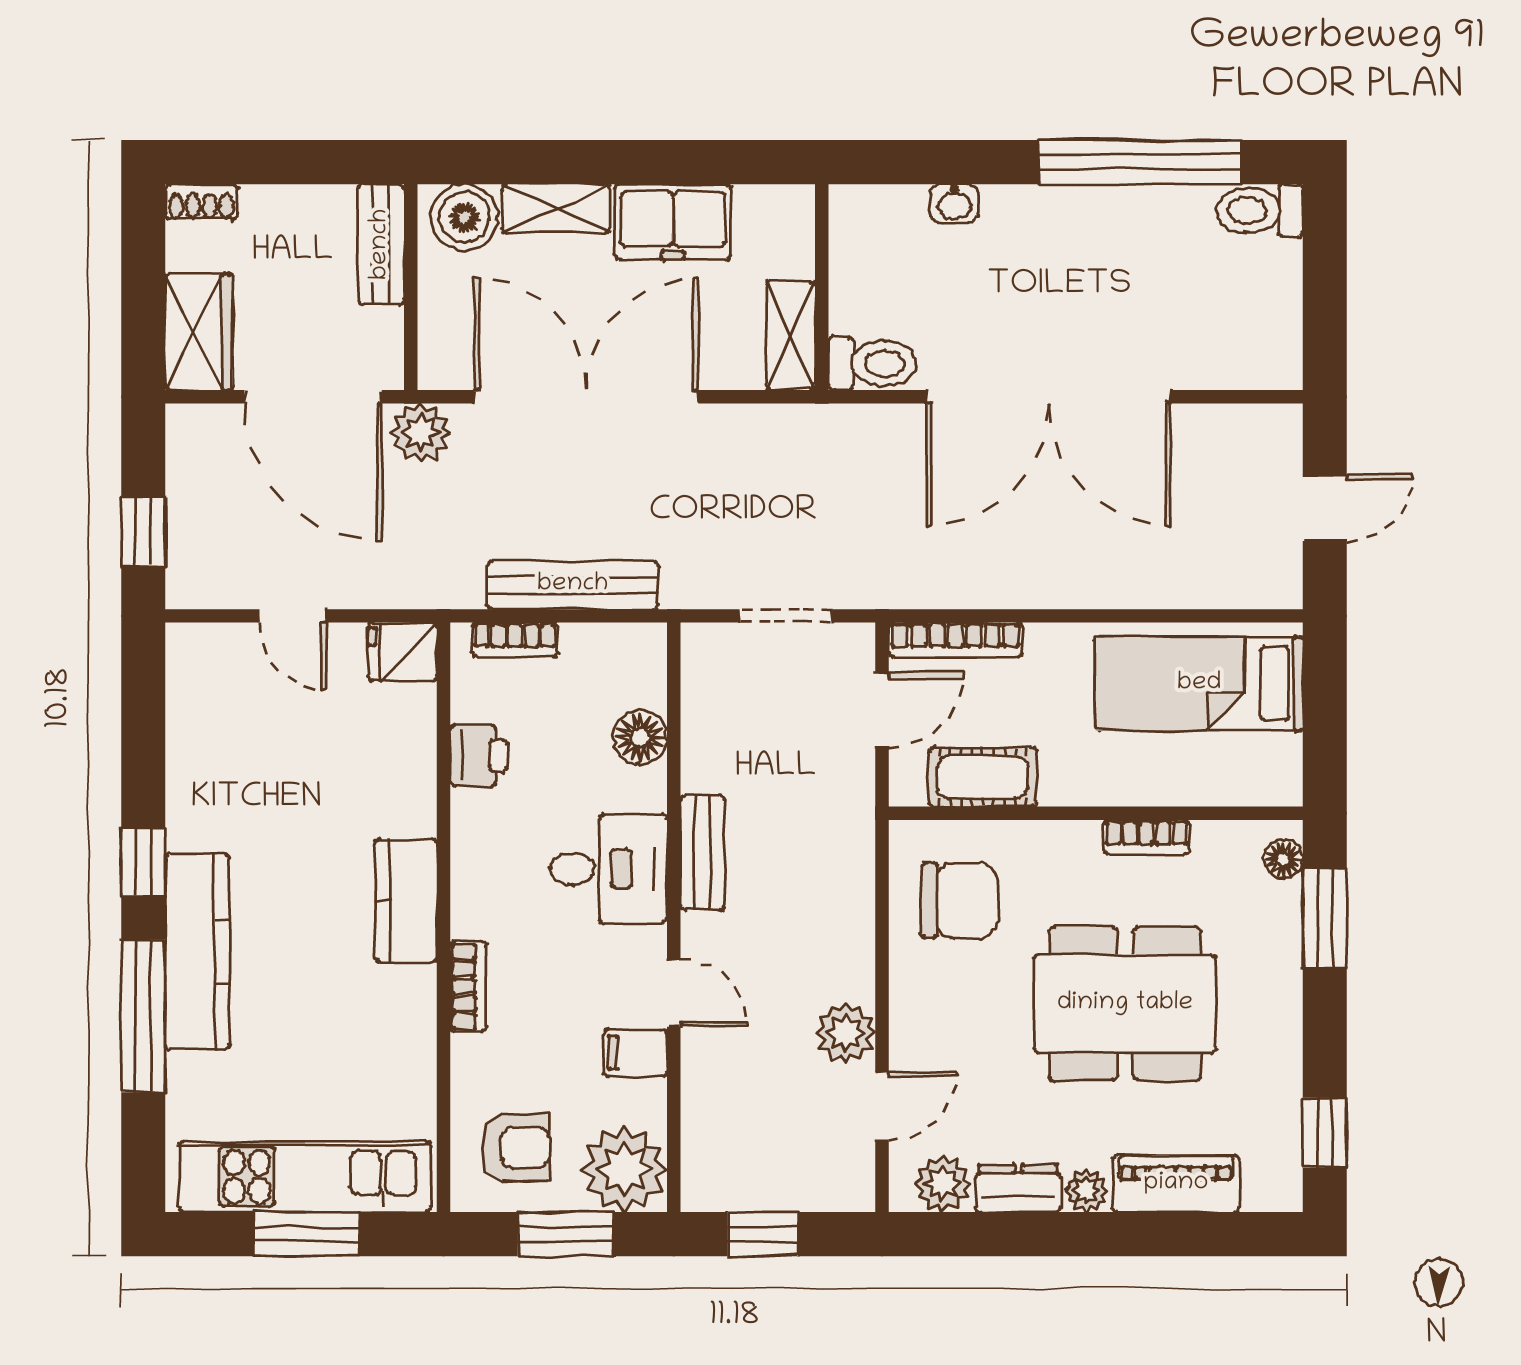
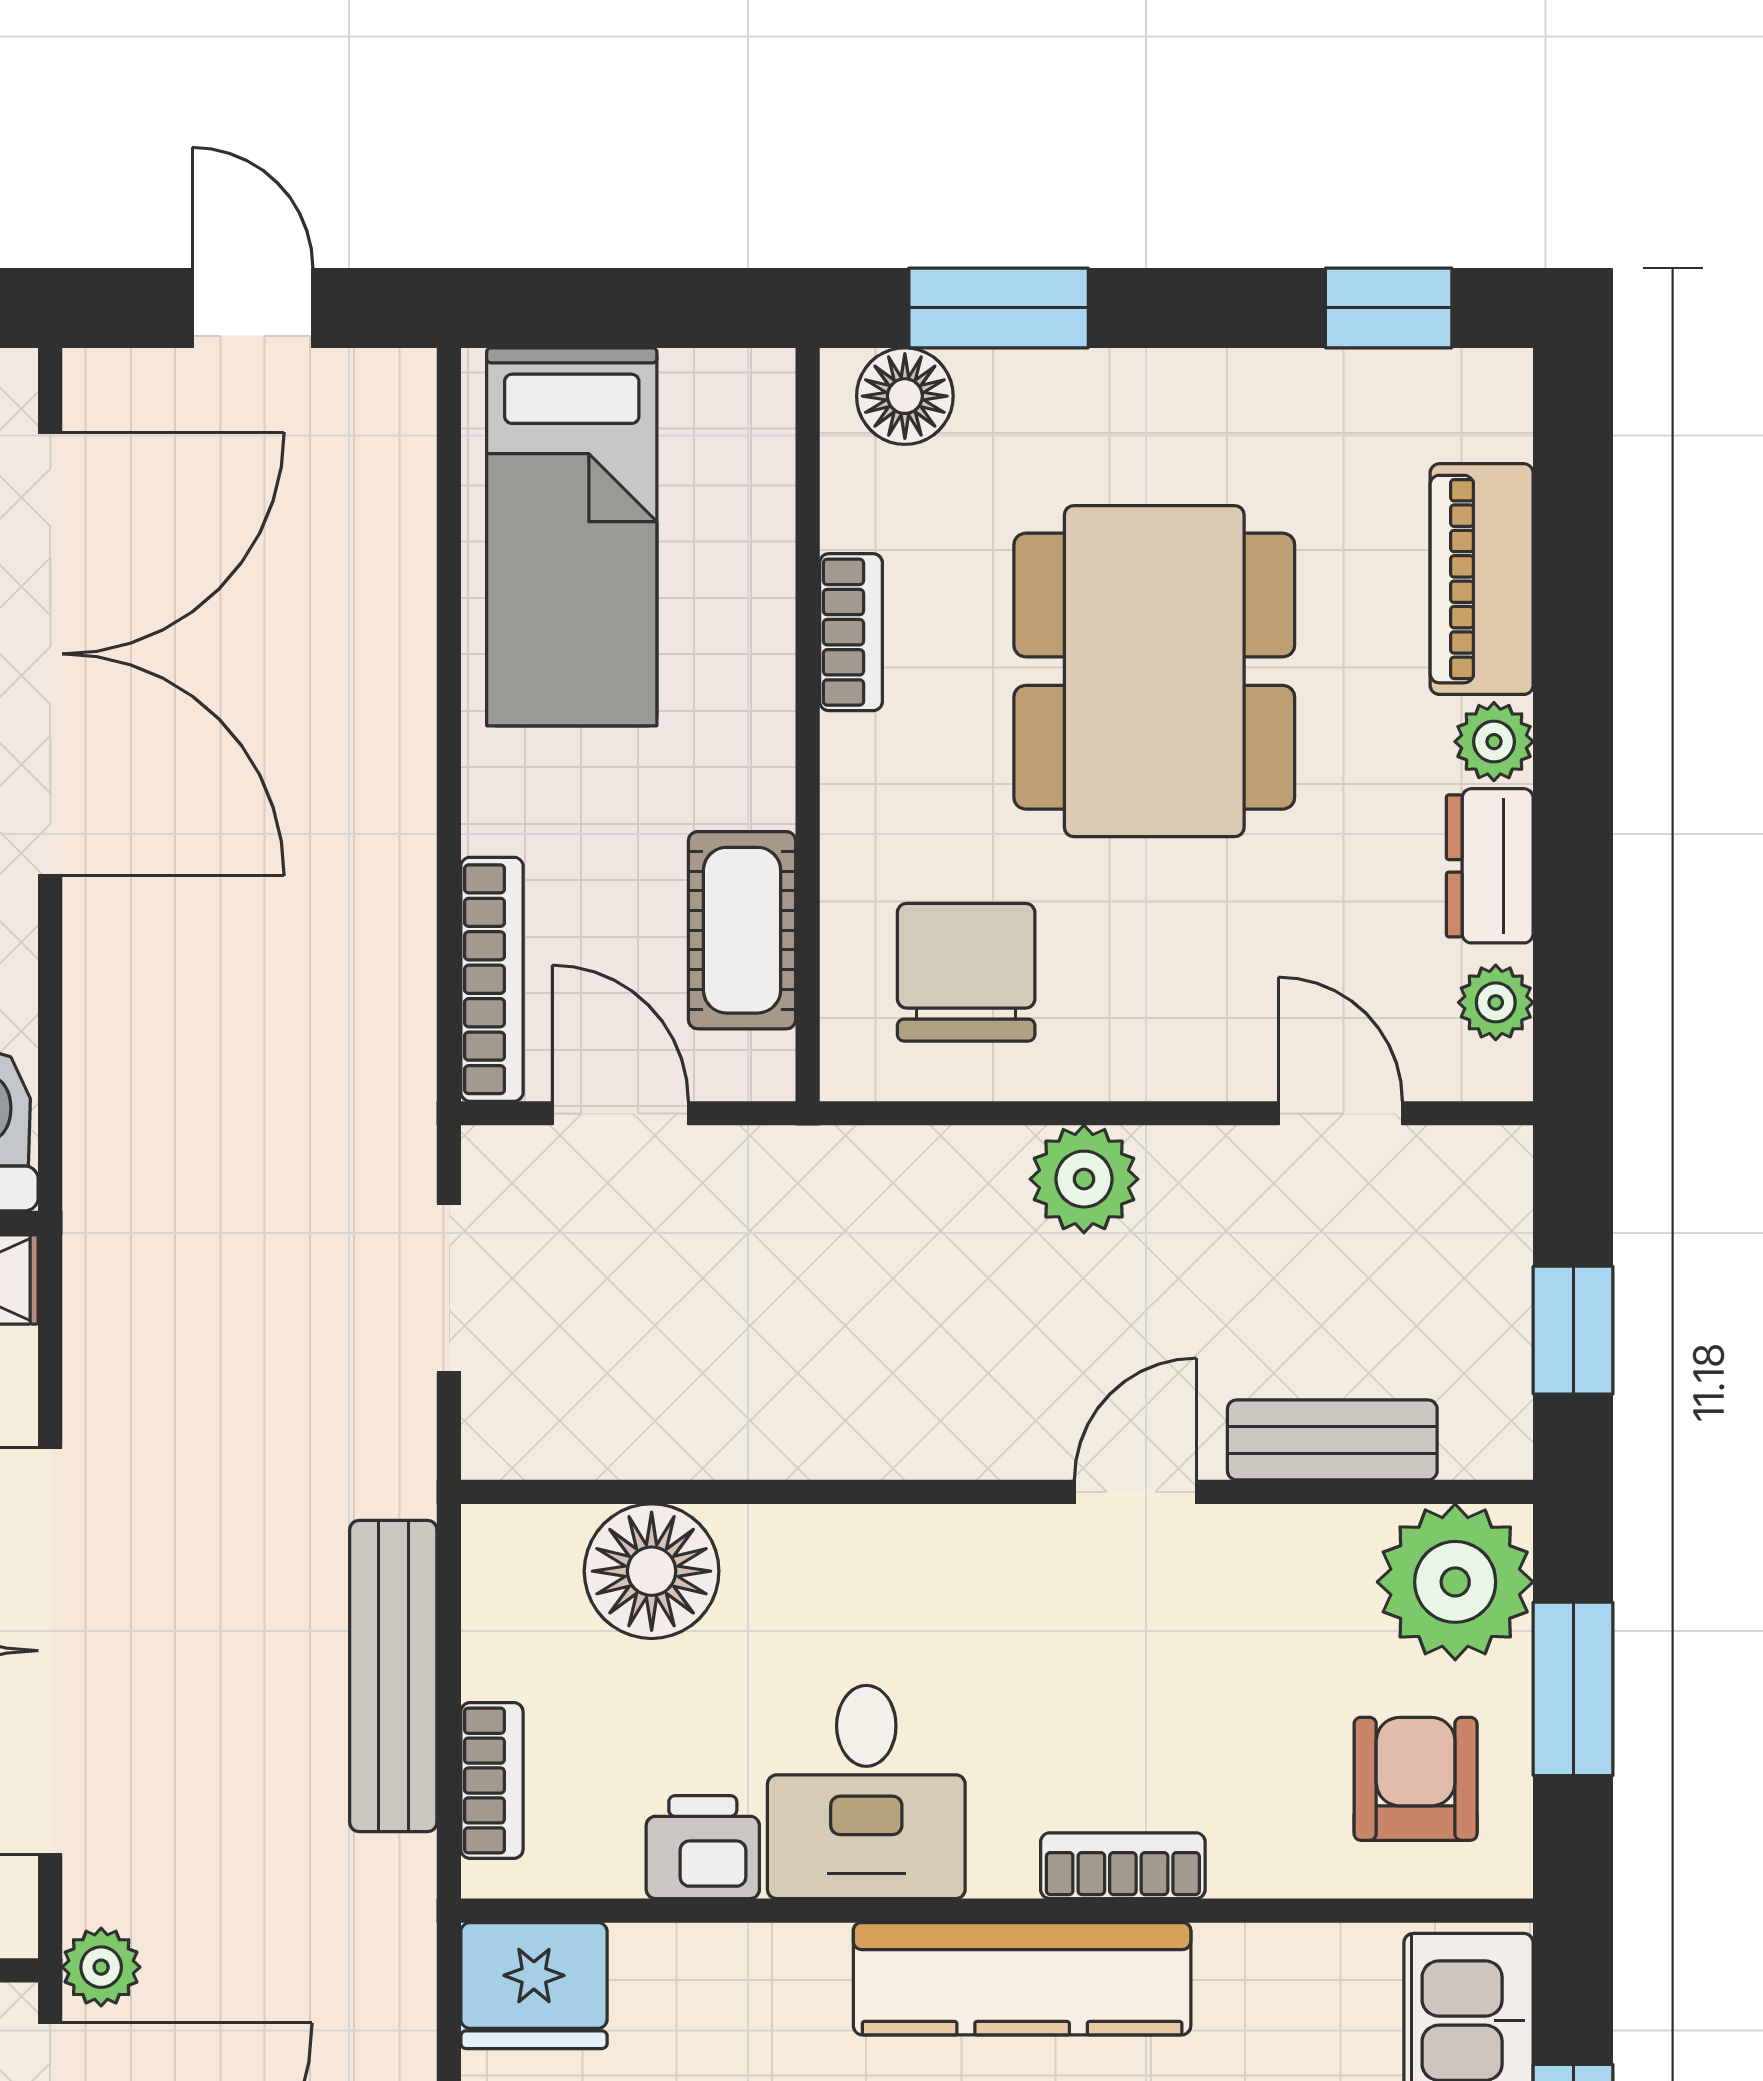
double door: (1049, 397) -> (50, 654), moved
plant: (421, 433) -> (101, 1967), width x0.73, depth x0.73
fridge: (402, 652) -> (534, 1986), width x1.38
floor lamp: (640, 737) -> (652, 1571), width x1.38, depth x1.38
bench: (702, 853) -> (1332, 1440), moved
floor lamp: (1284, 859) -> (905, 396), width x1.37, depth x1.37
desk: (609, 869) -> (866, 1792), moved, turned 180
kitchen counter: (406, 900) -> (1022, 1979), width x1.50
plant: (846, 1033) -> (1084, 1179), moved
filing cabinet: (635, 1053) -> (1243, 1562), removed
plant: (943, 1184) -> (1496, 1002), width x0.73, depth x0.73

